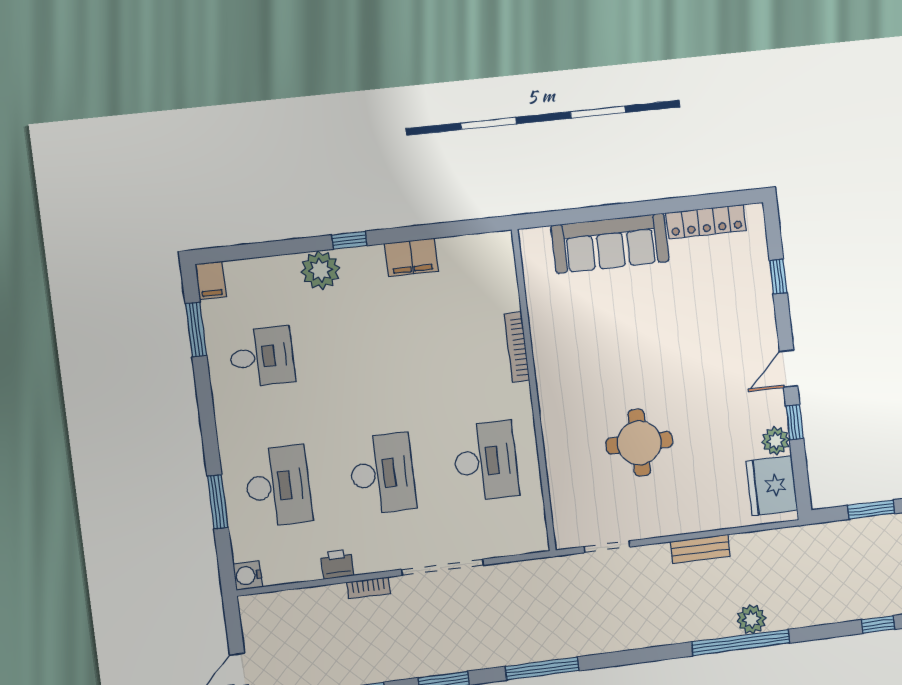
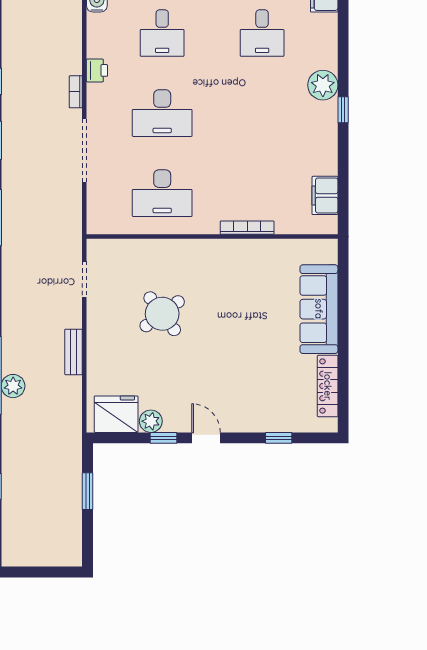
filing cabinet: (411, 257) -> (325, 195), moved
round table: (639, 443) -> (162, 314), turned -37
desk: (278, 486) -> (162, 33), width x0.73

